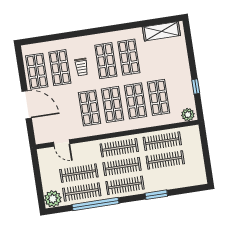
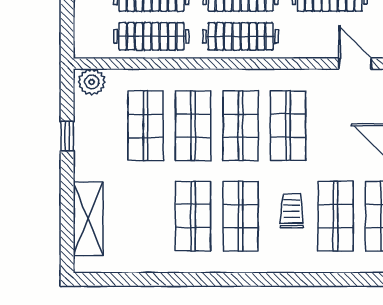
shelving: (161, 31) -> (88, 219), moved, turned 90

